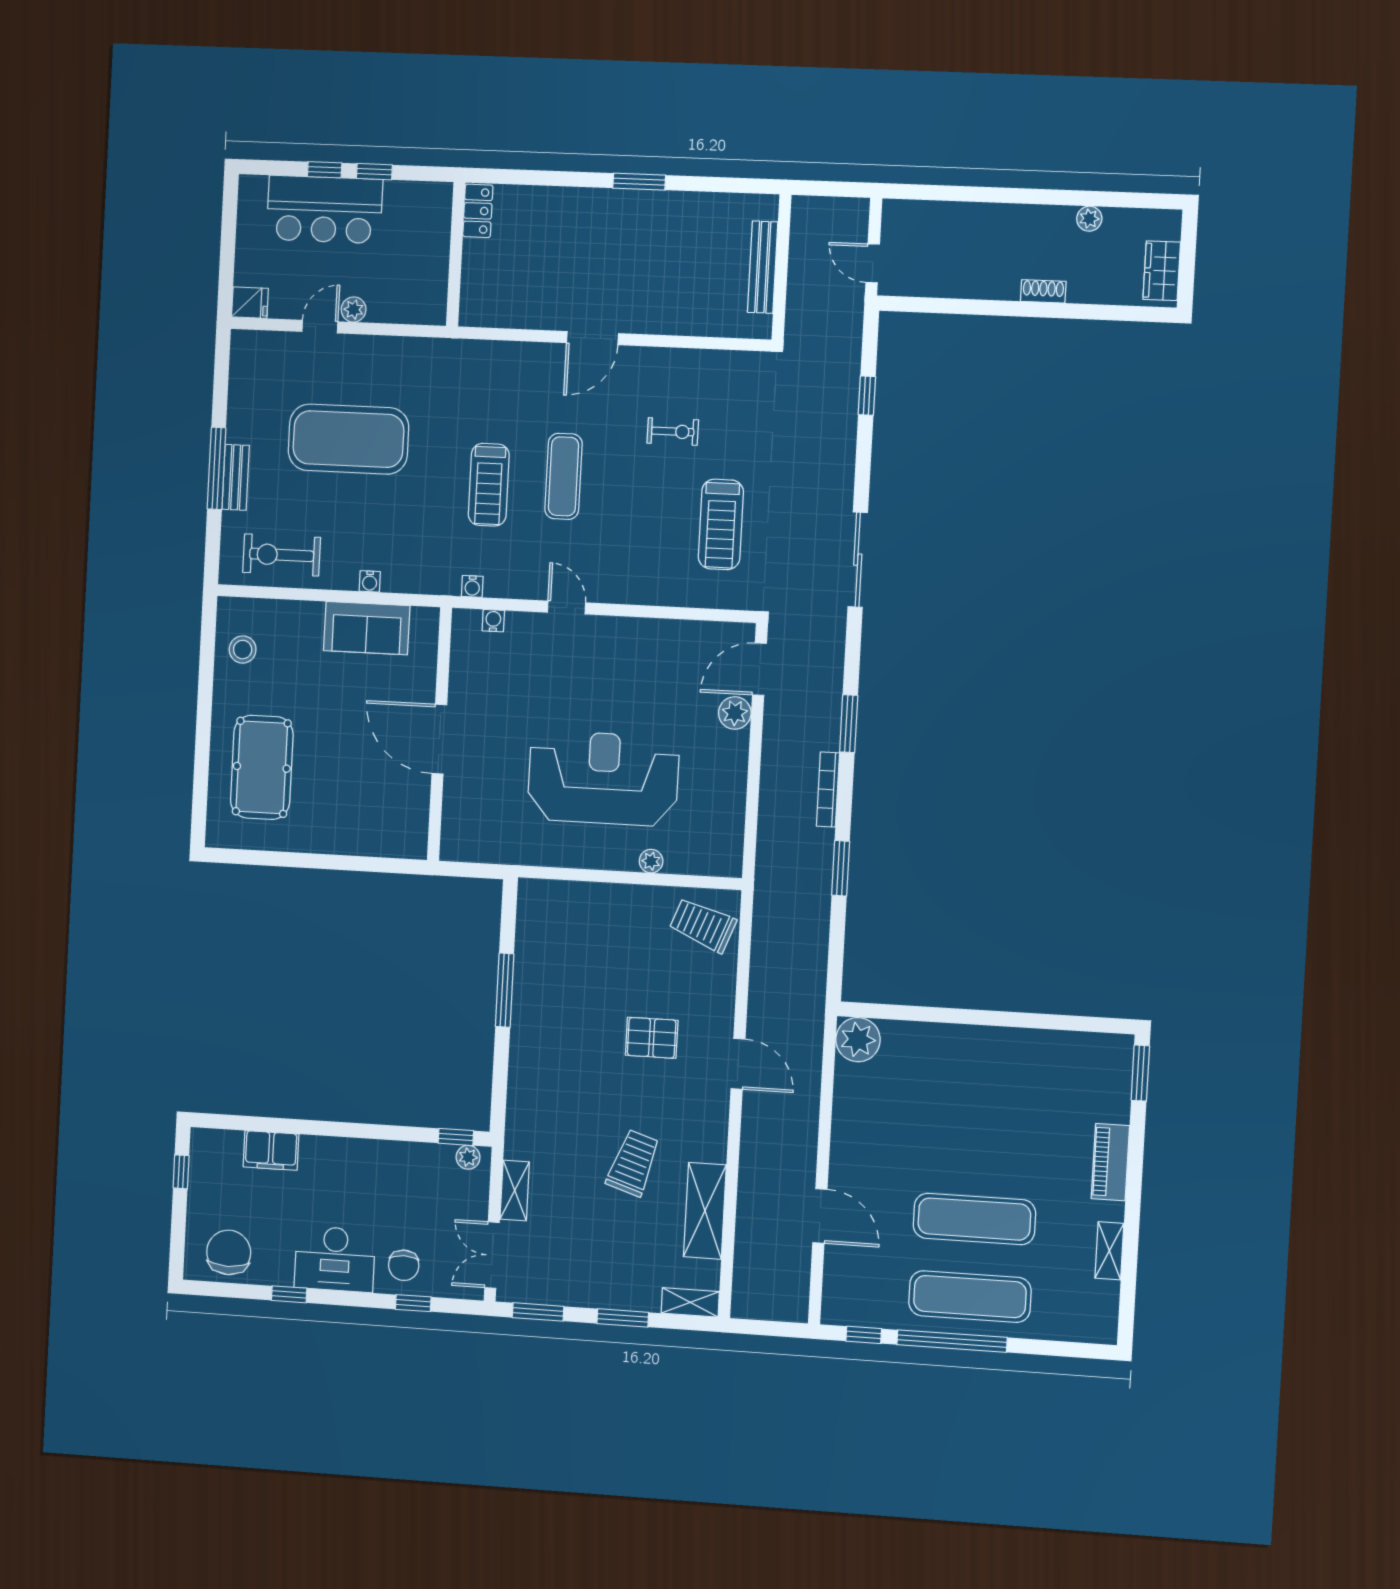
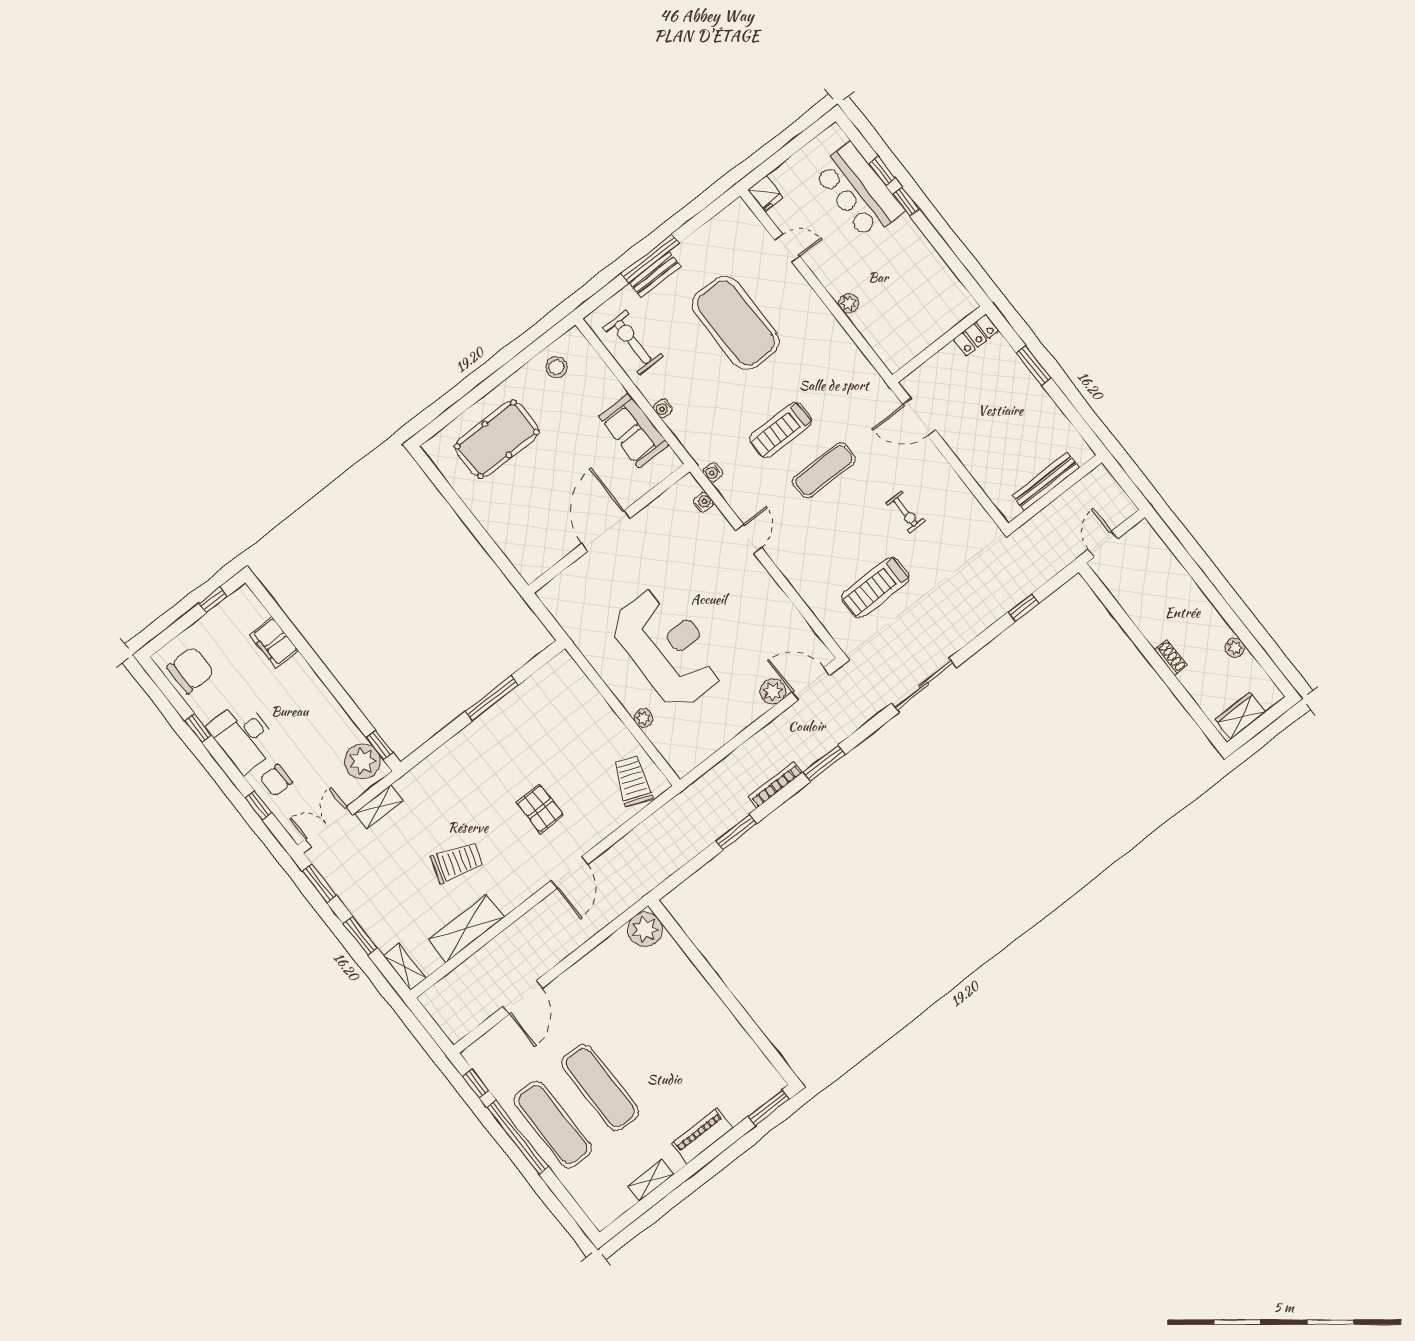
locker: (478, 211) -> (976, 335), moved
wall: (456, 254) -> (939, 344), moved
plant: (354, 310) -> (849, 303), moved
plant: (468, 1157) -> (363, 761), width x1.87, depth x1.87

